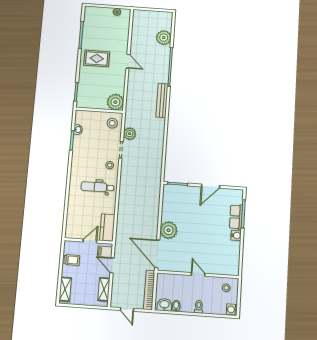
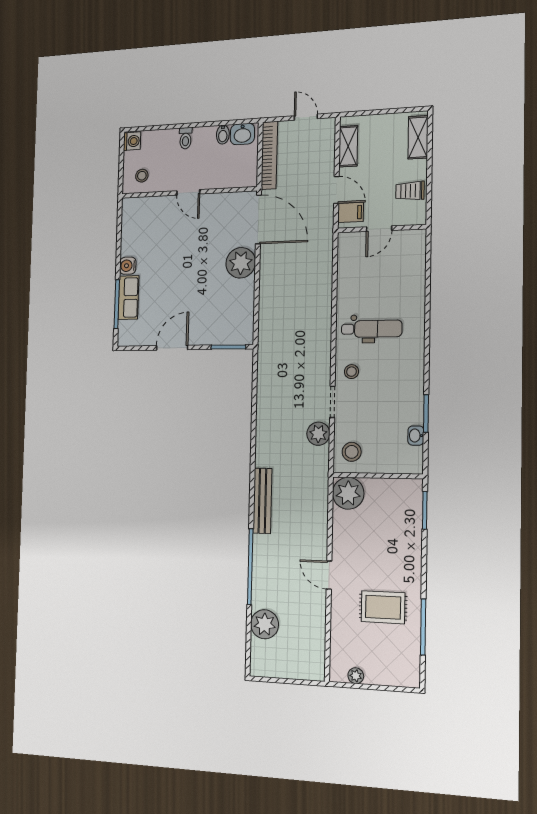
rug: (97, 58) -> (383, 607), moved
kitchen counter: (107, 228) -> (349, 256), removed

